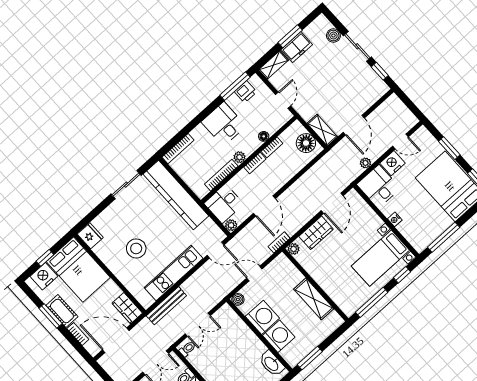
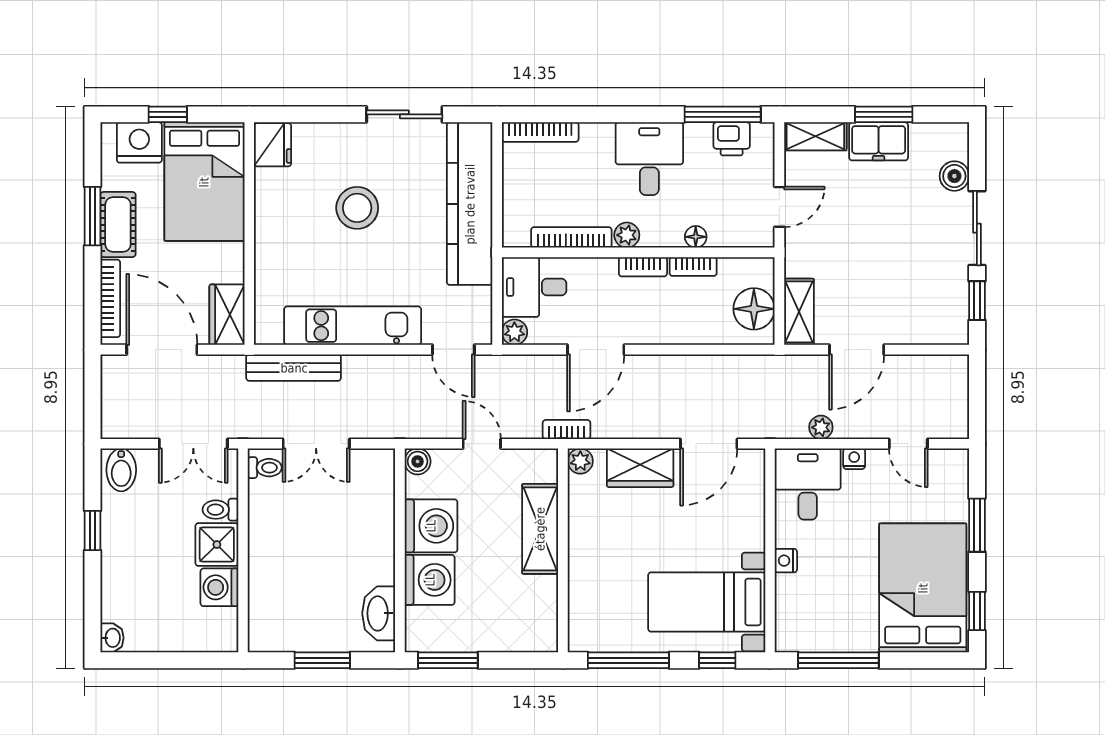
nightstand: (392, 163) -> (854, 459), width x0.53, depth x0.56
stool: (136, 248) -> (357, 208), moved
shelving: (314, 299) -> (540, 529), moved
bookcase: (78, 334) -> (110, 298), width x1.56

